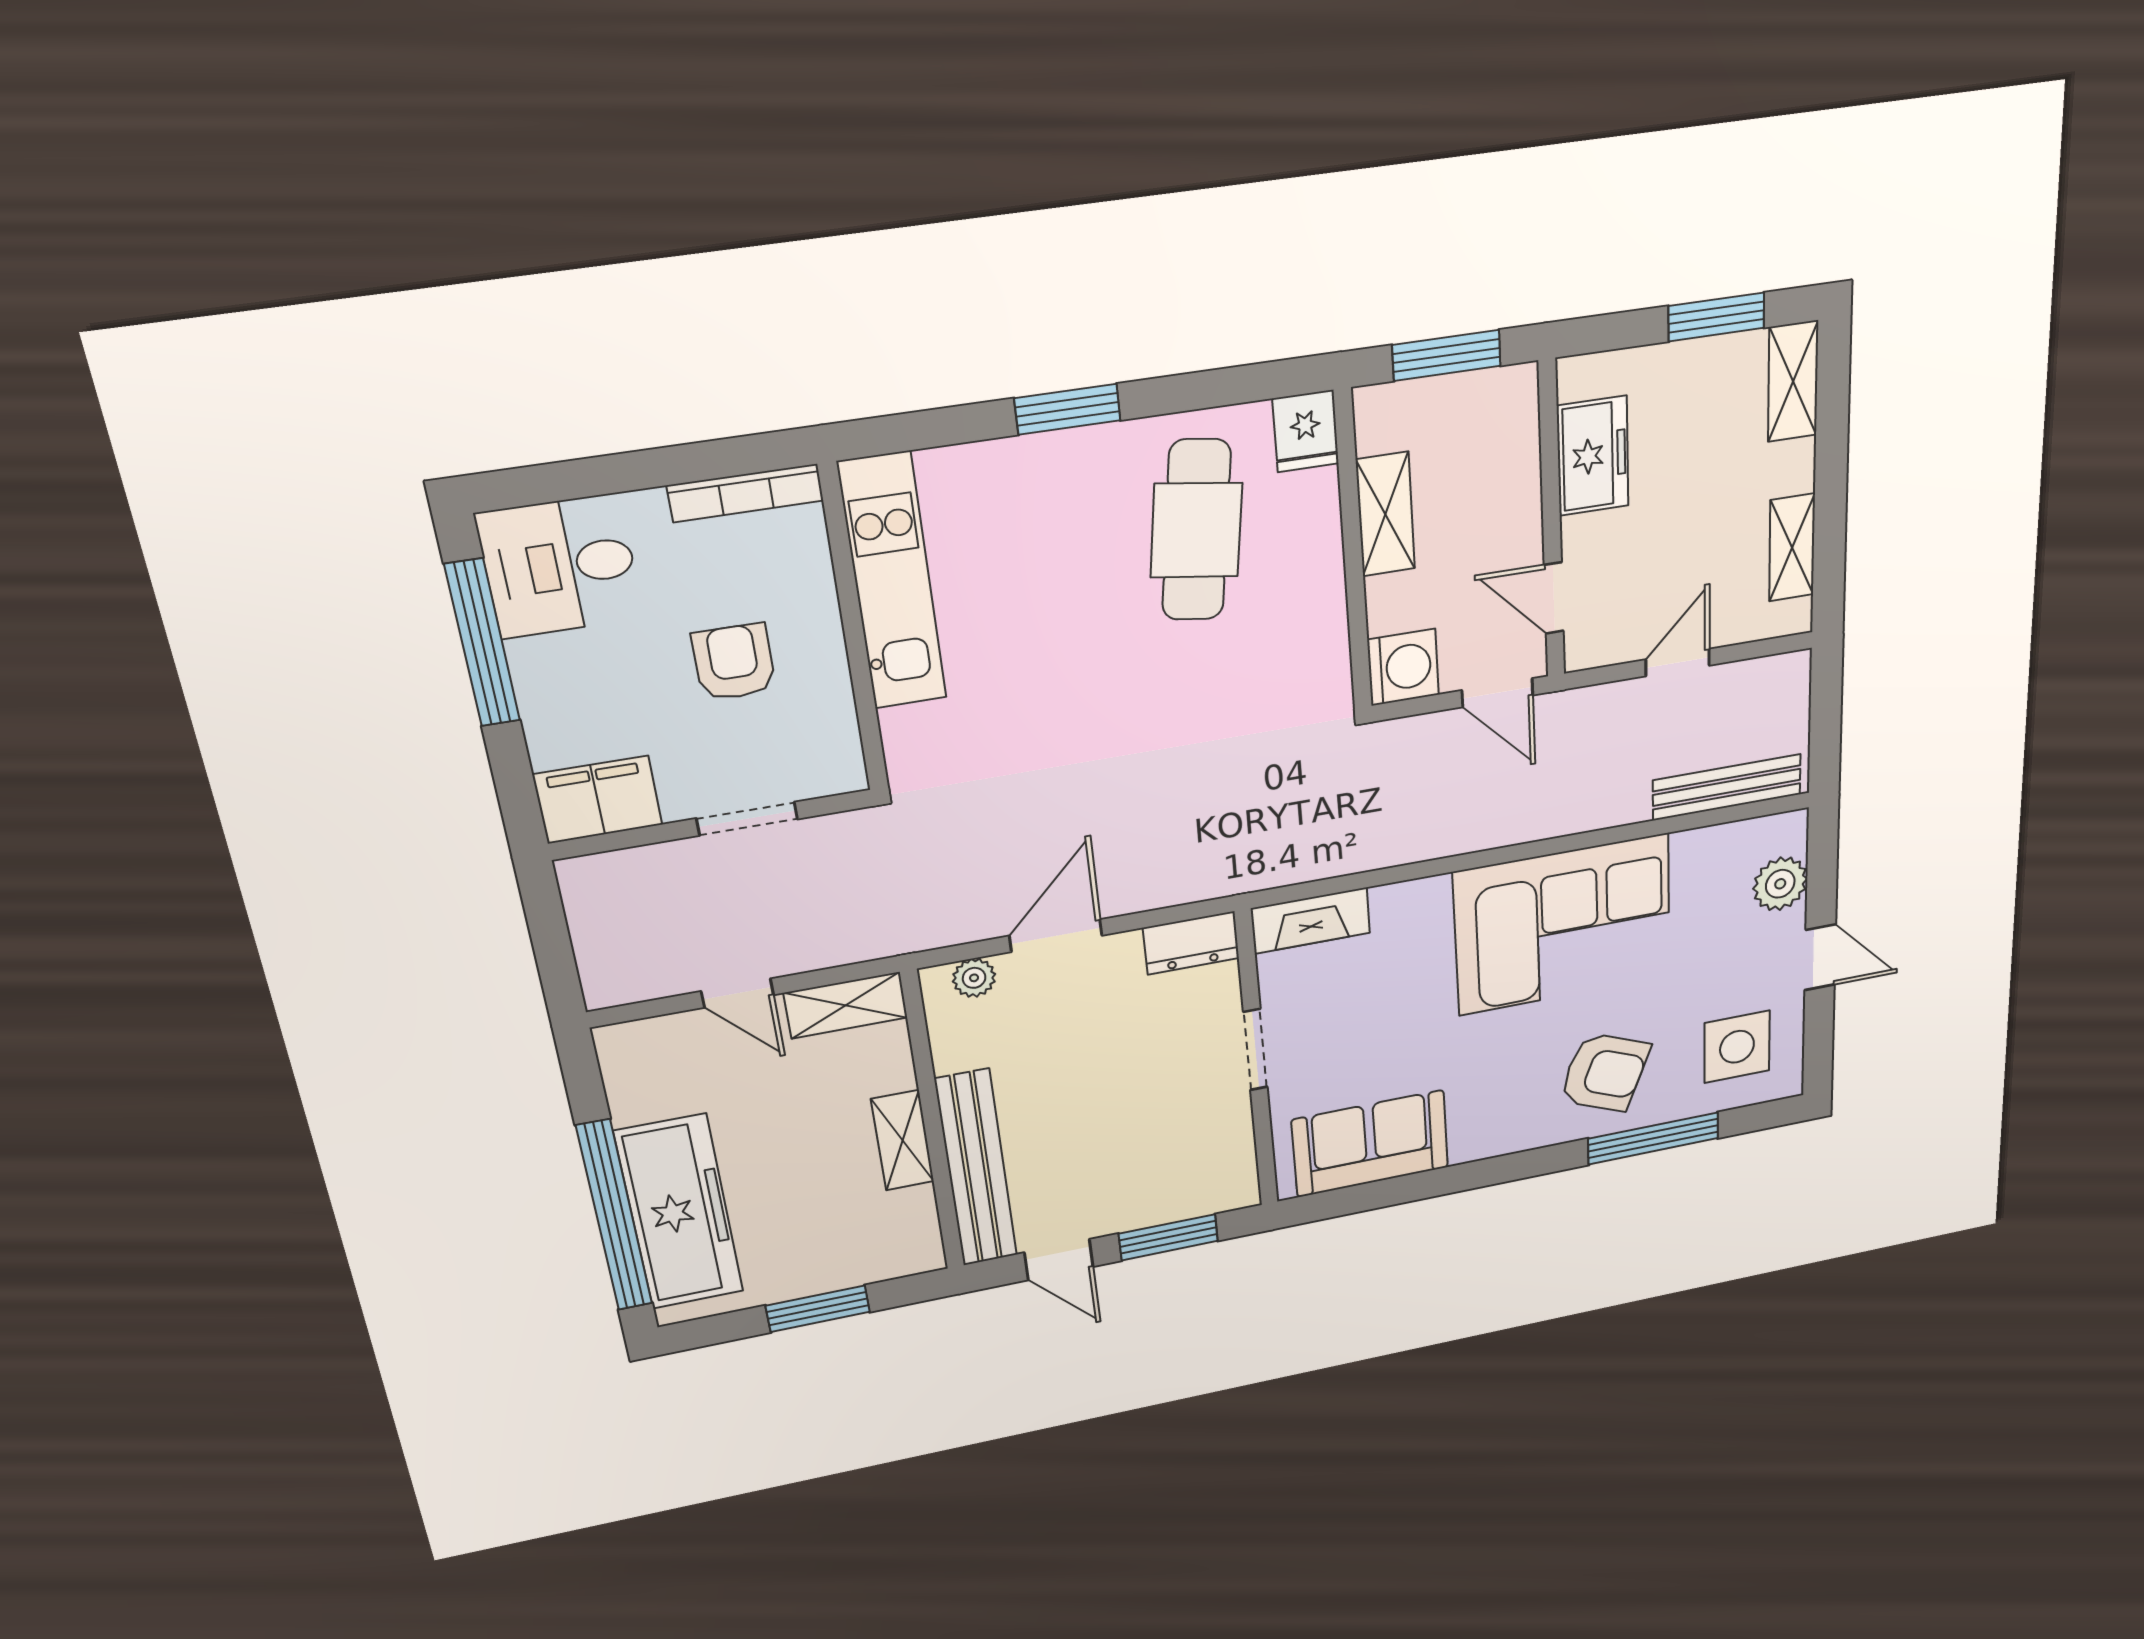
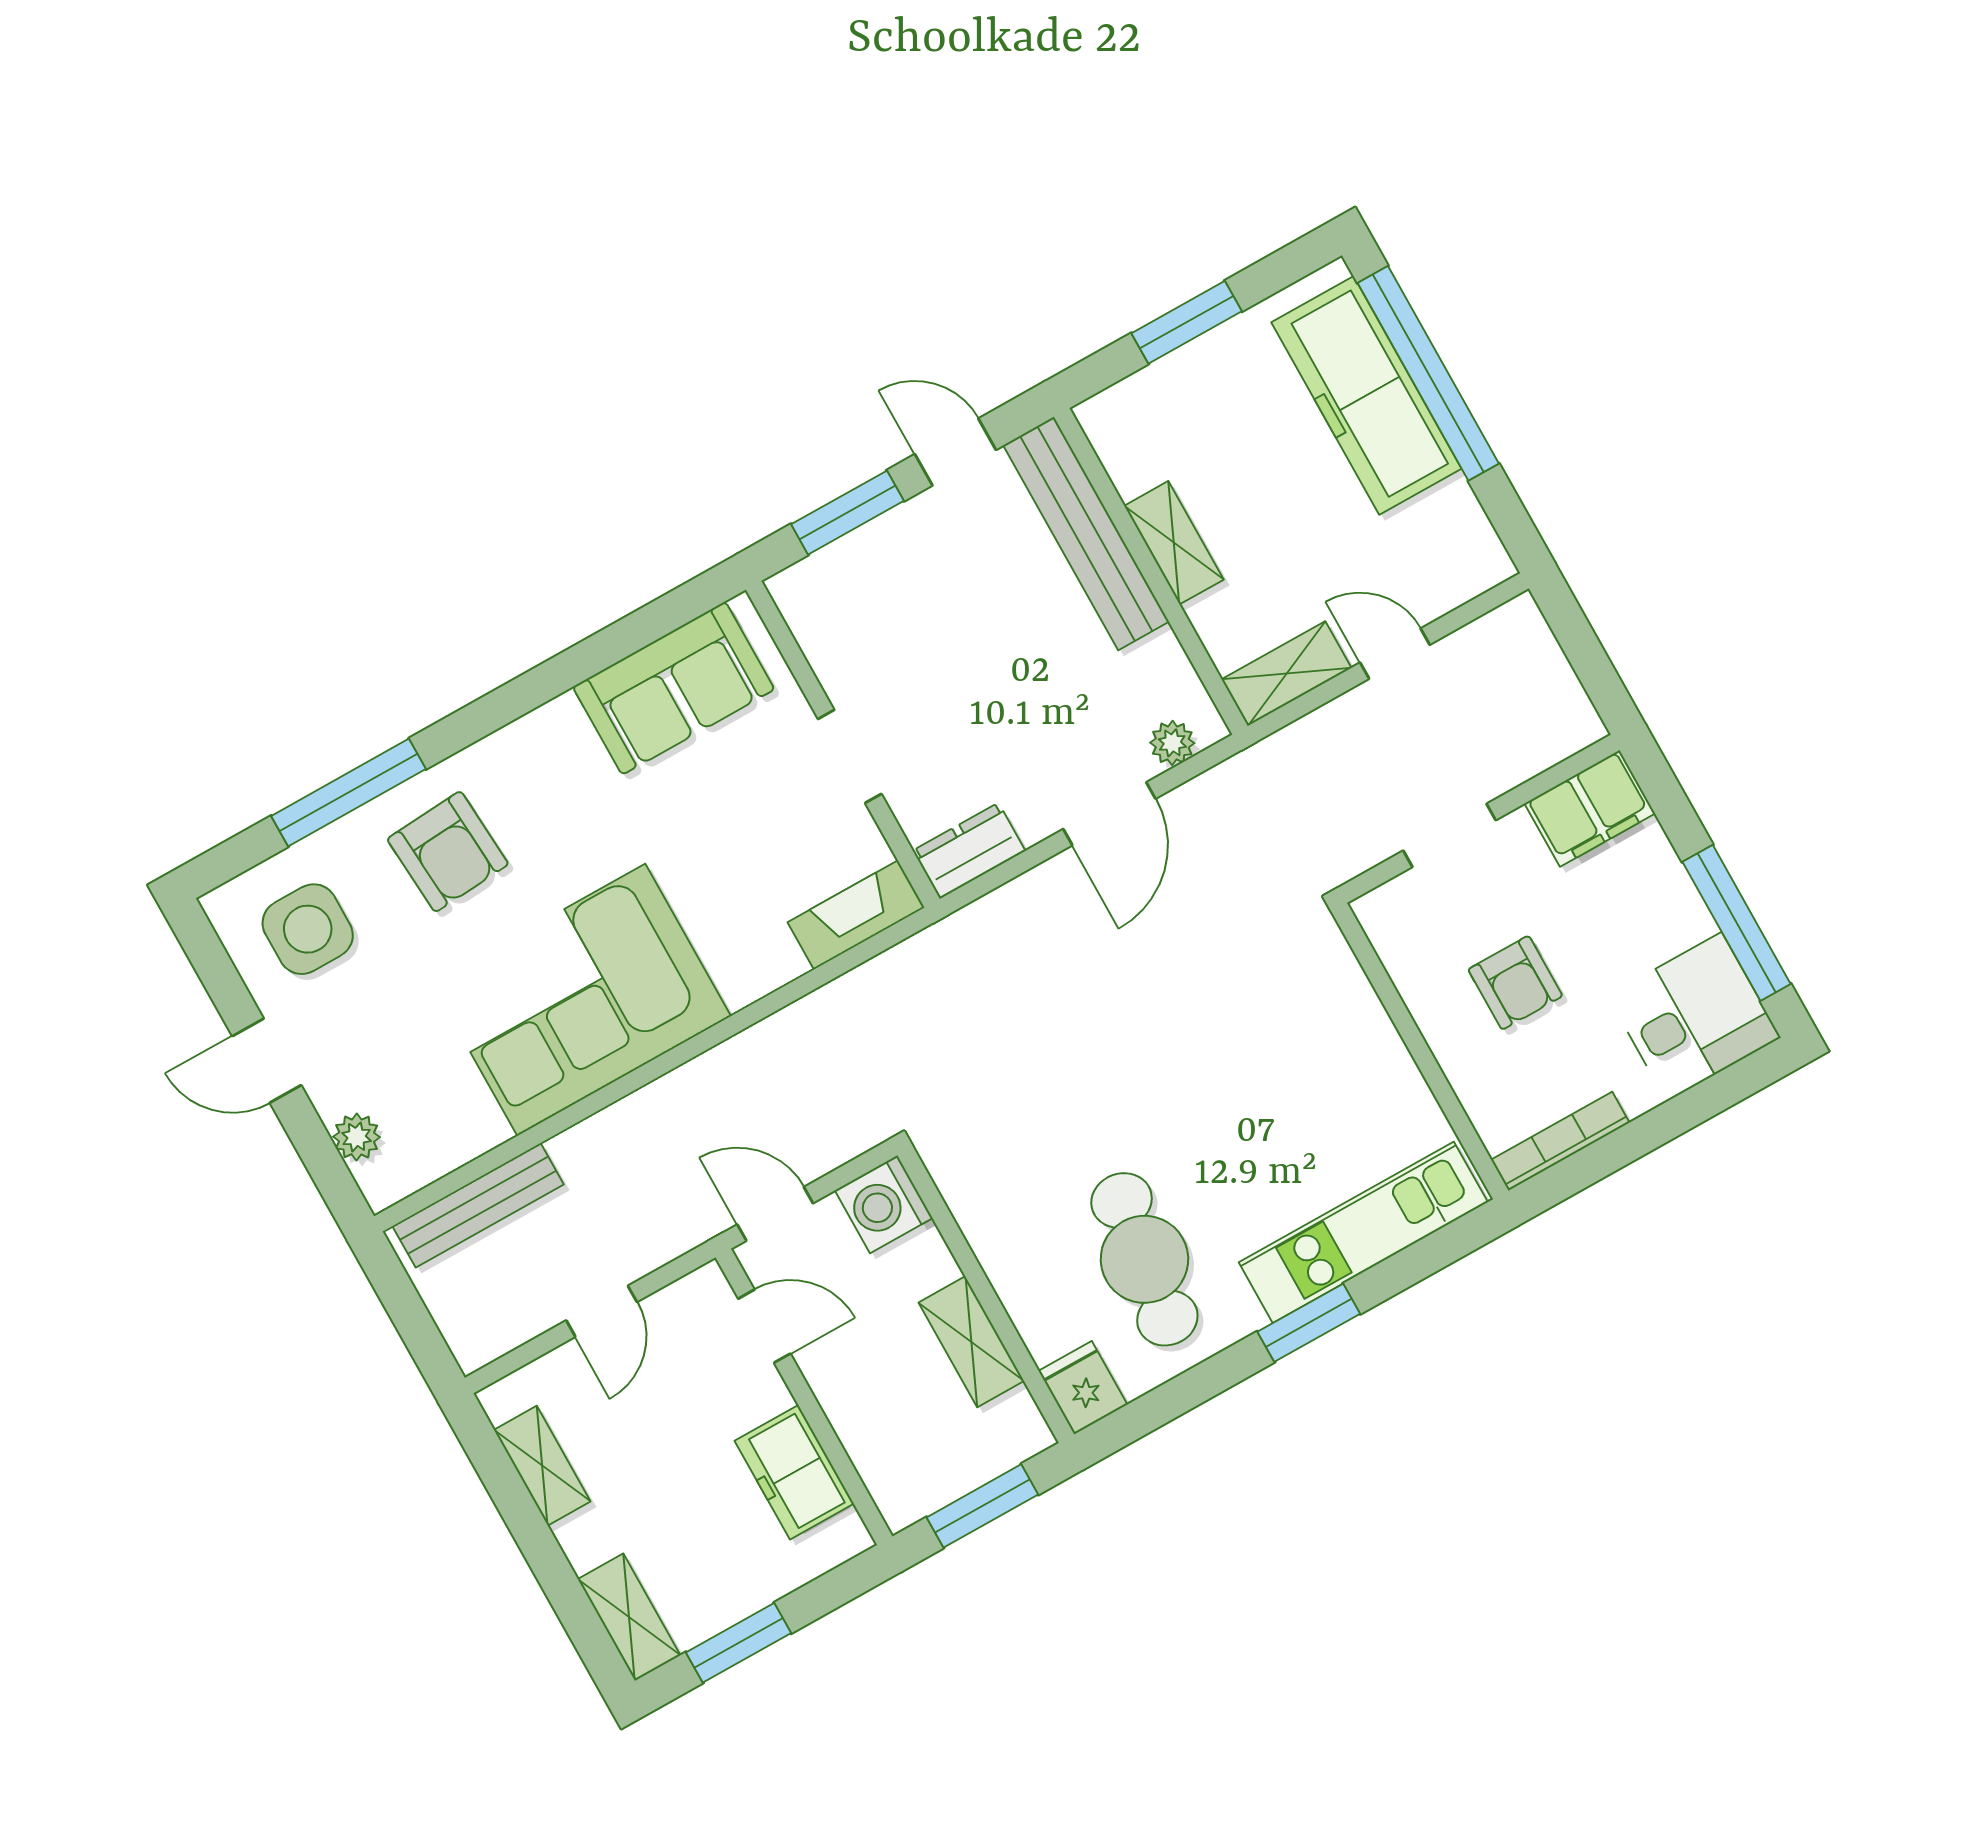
kitchen unit: (892, 582) -> (1363, 1232), moved, turned 90
plant: (1780, 884) -> (357, 1137), width x0.73, depth x0.73
armchair: (1604, 1072) -> (448, 852), turned -116

